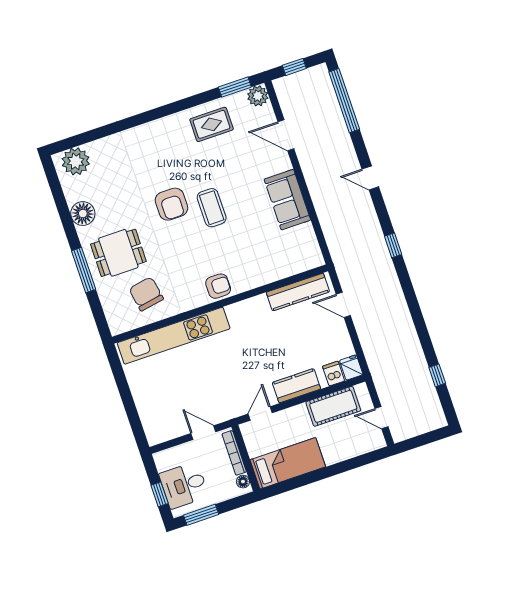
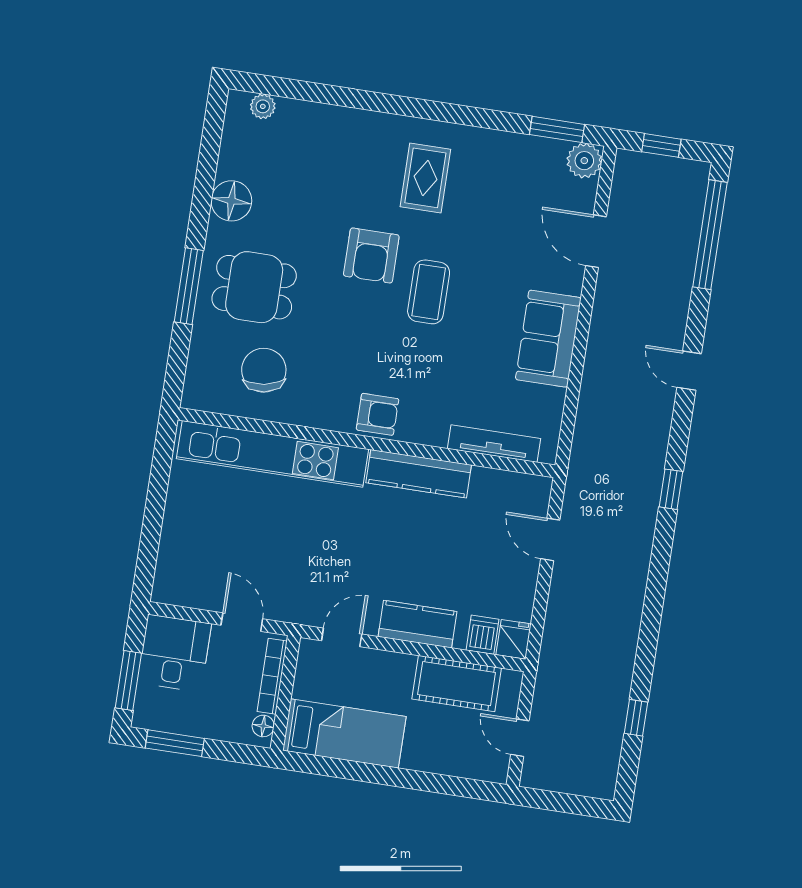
rug: (212, 124) -> (425, 178), moved, turned 90
plant: (76, 161) -> (263, 106), width x0.53, depth x0.53
tv unit: (287, 270) -> (494, 444), added
kitchen counter: (298, 292) -> (419, 474), moved
desk: (184, 485) -> (174, 653), moved, turned 90
window: (160, 494) -> (128, 680), width x1.50

